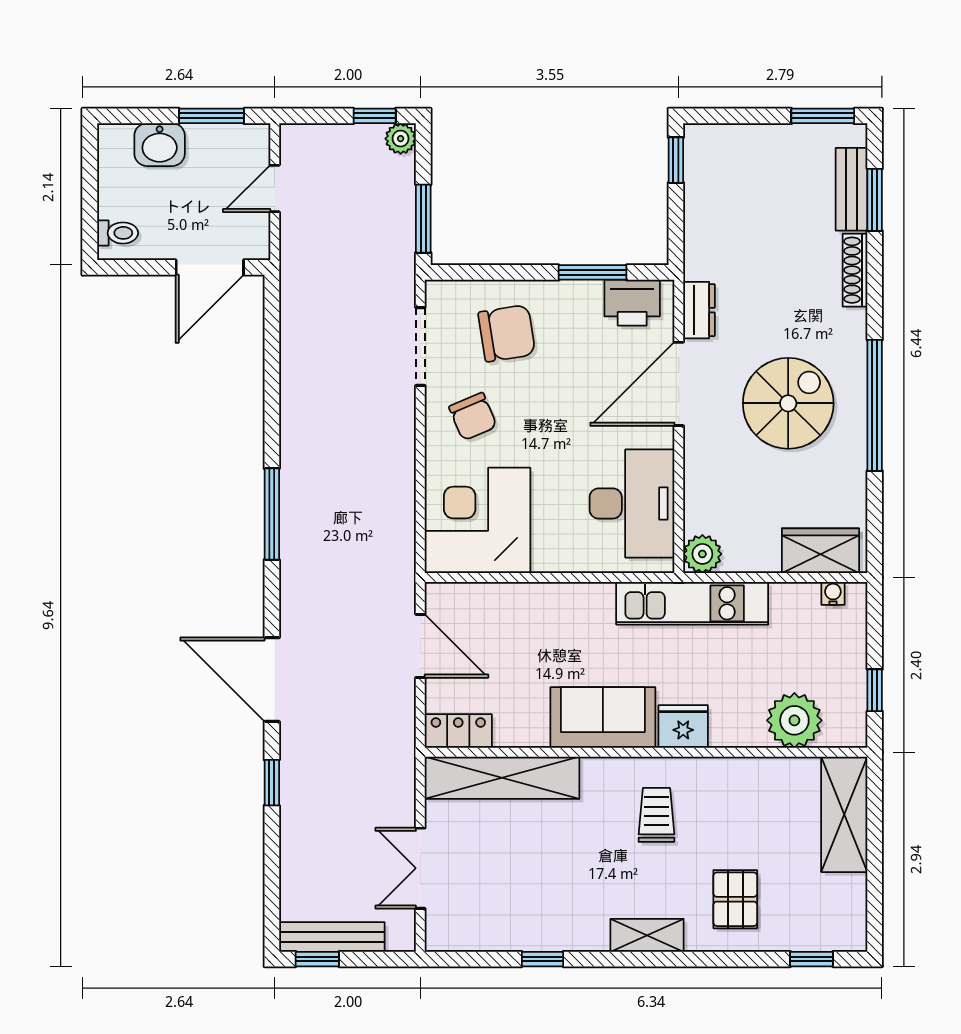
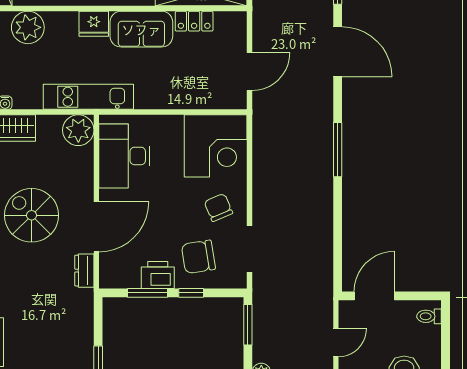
window: (519, 272) -> (191, 293), added
printer: (632, 303) -> (158, 275), moved
spiral stairs: (788, 403) -> (32, 215), turned 90
plant: (702, 554) -> (78, 130), width x1.36, depth x1.36
door: (420, 646) -> (250, 72), swing flipped
locker: (458, 731) -> (194, 21), moved

